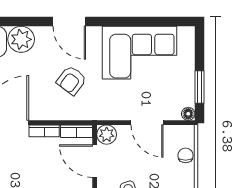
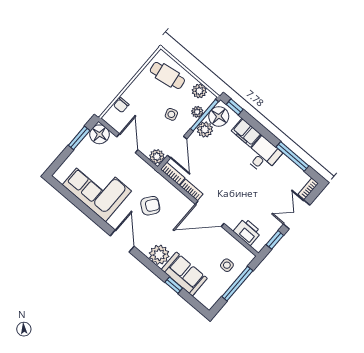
floor lamp: (188, 114) -> (99, 134), width x1.89, depth x1.89

